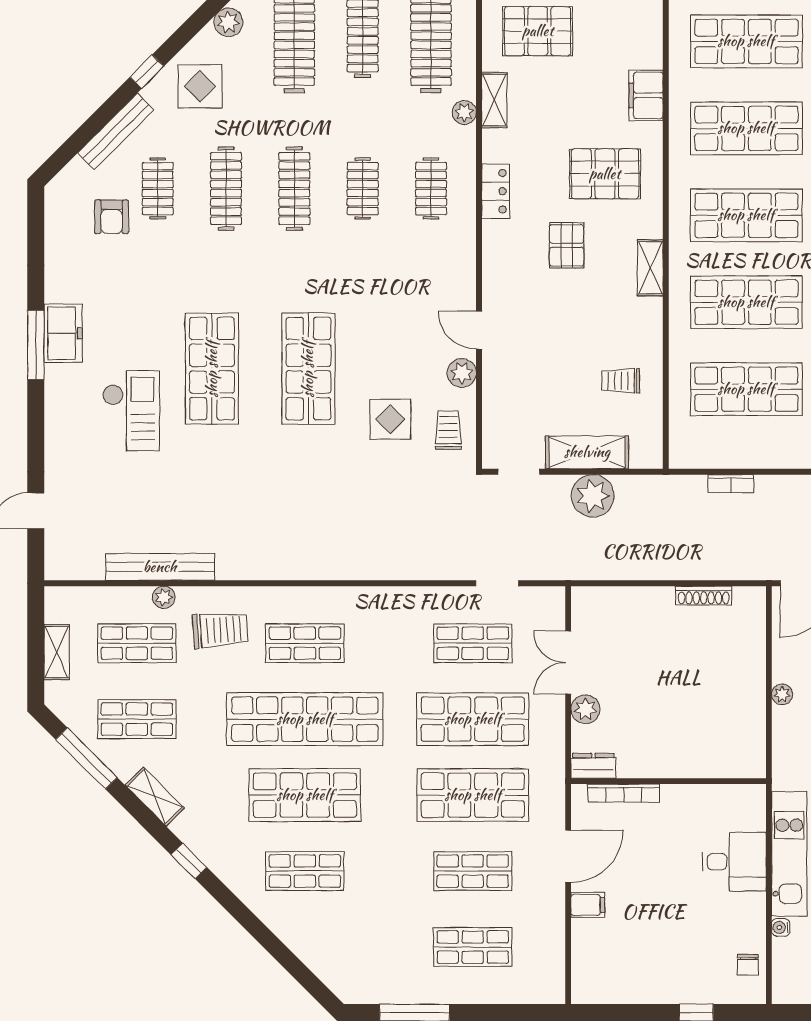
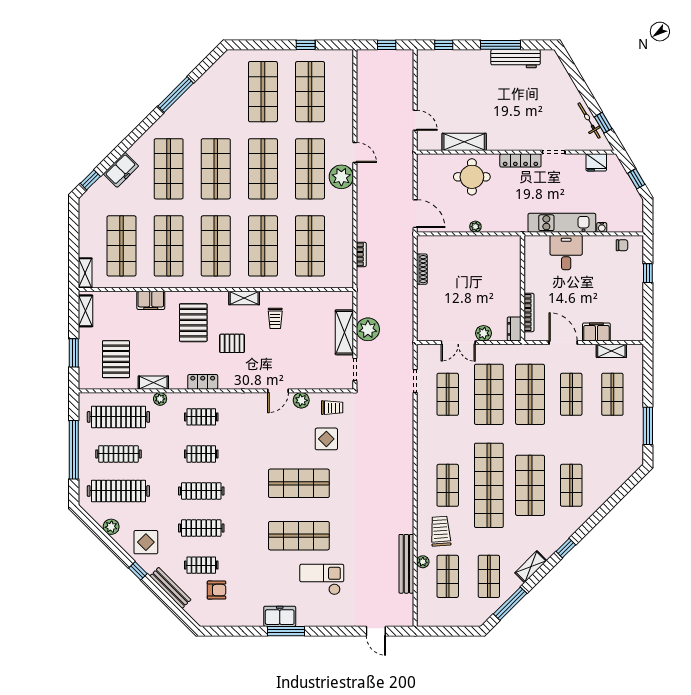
trolley: (621, 381) -> (275, 318), moved
trolley: (448, 430) -> (332, 408), turned 180
shelving: (57, 652) -> (611, 351), moved
filing cabinet: (588, 905) -> (596, 332), width x2.00

